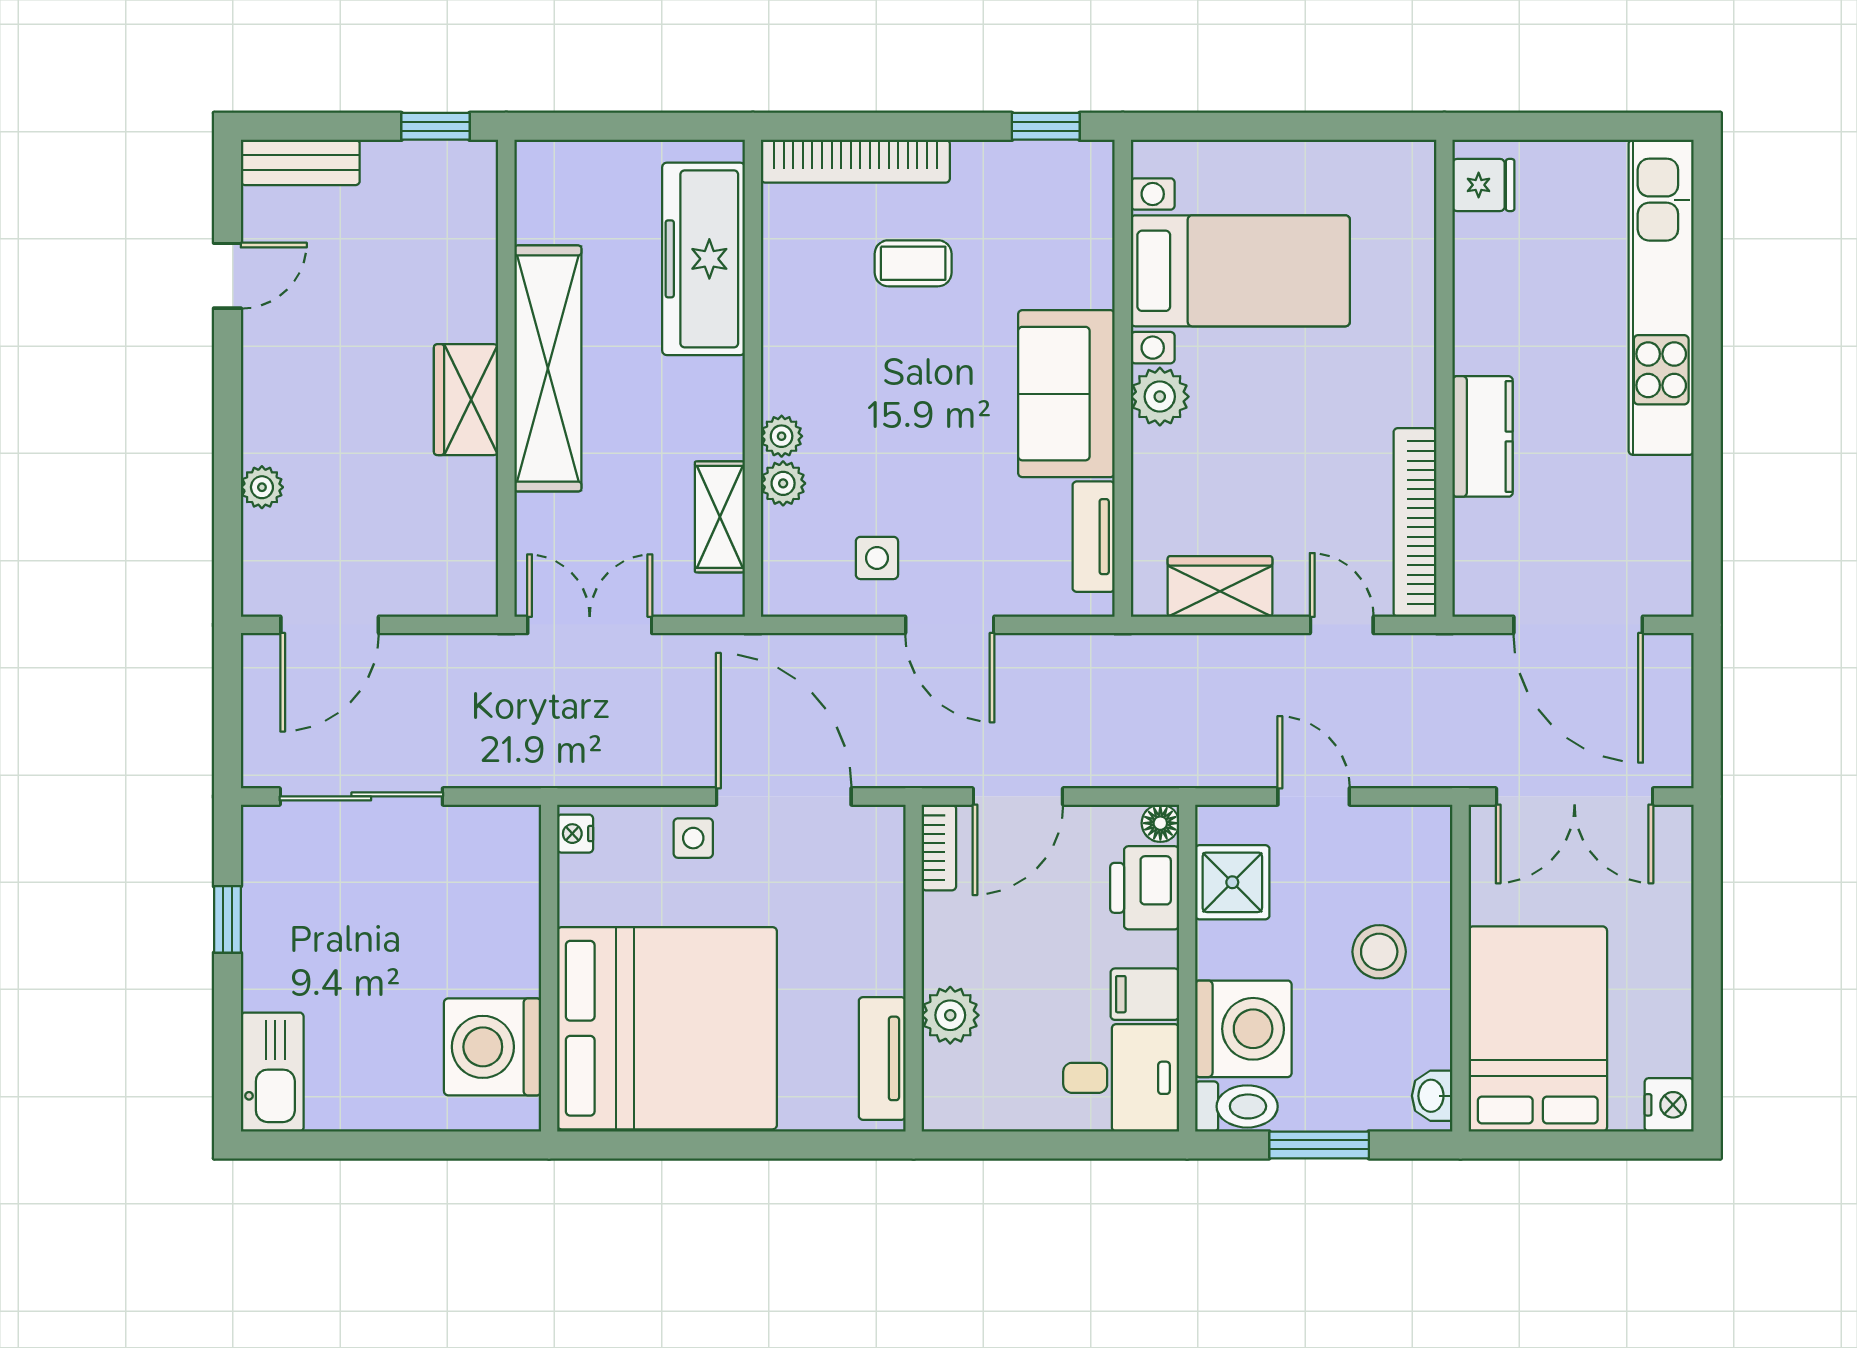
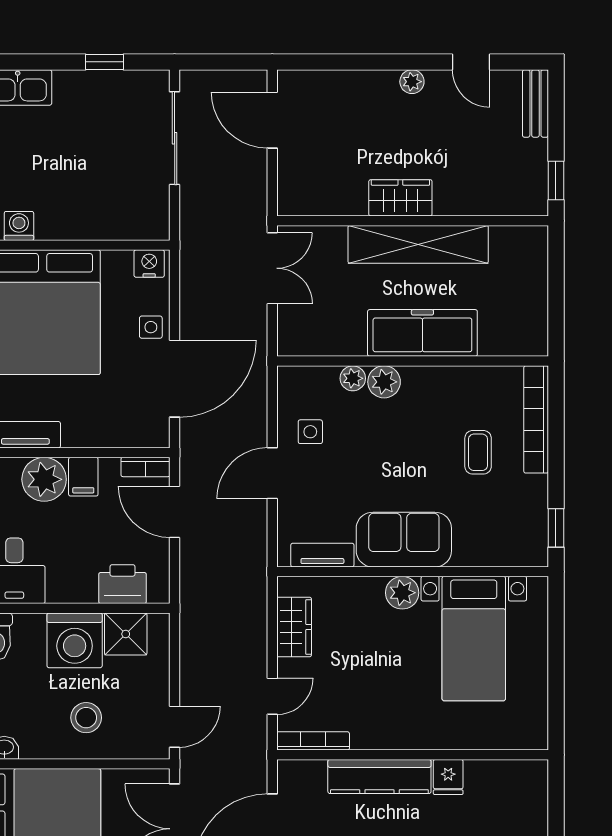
fridge: (1483, 185) -> (448, 777), moved
freezer: (704, 259) -> (422, 333), moved
plant: (782, 436) -> (384, 382), width x1.38, depth x1.38
kitchen counter: (1483, 436) -> (379, 776), width x1.50
plant: (262, 487) -> (412, 82), moved
shelving: (720, 517) -> (334, 342), removed
bookcase: (1415, 523) -> (313, 741), width x0.68, depth x0.76
door: (1314, 796) -> (175, 727), moved
floor lamp: (1160, 823) -> (159, 593), removed
nightstand: (575, 834) -> (149, 264), width x1.39, depth x1.35
filing cabinet: (1145, 994) -> (83, 477), moved, turned 180
plant: (950, 1015) -> (44, 479), width x1.36, depth x1.36
washing machine: (1243, 1029) -> (75, 640), moved
washing machine: (493, 1047) -> (19, 226), width x0.53, depth x0.53

